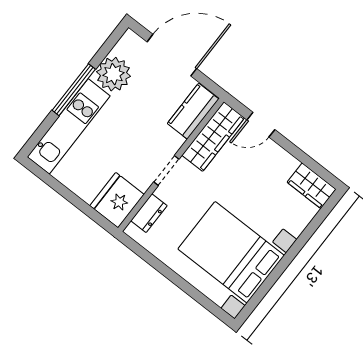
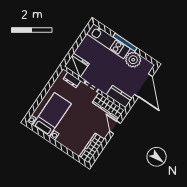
wardrobe: (312, 186) -> (92, 148), width x1.50
bed with nightstands: (231, 252) -> (52, 114), width x0.73

